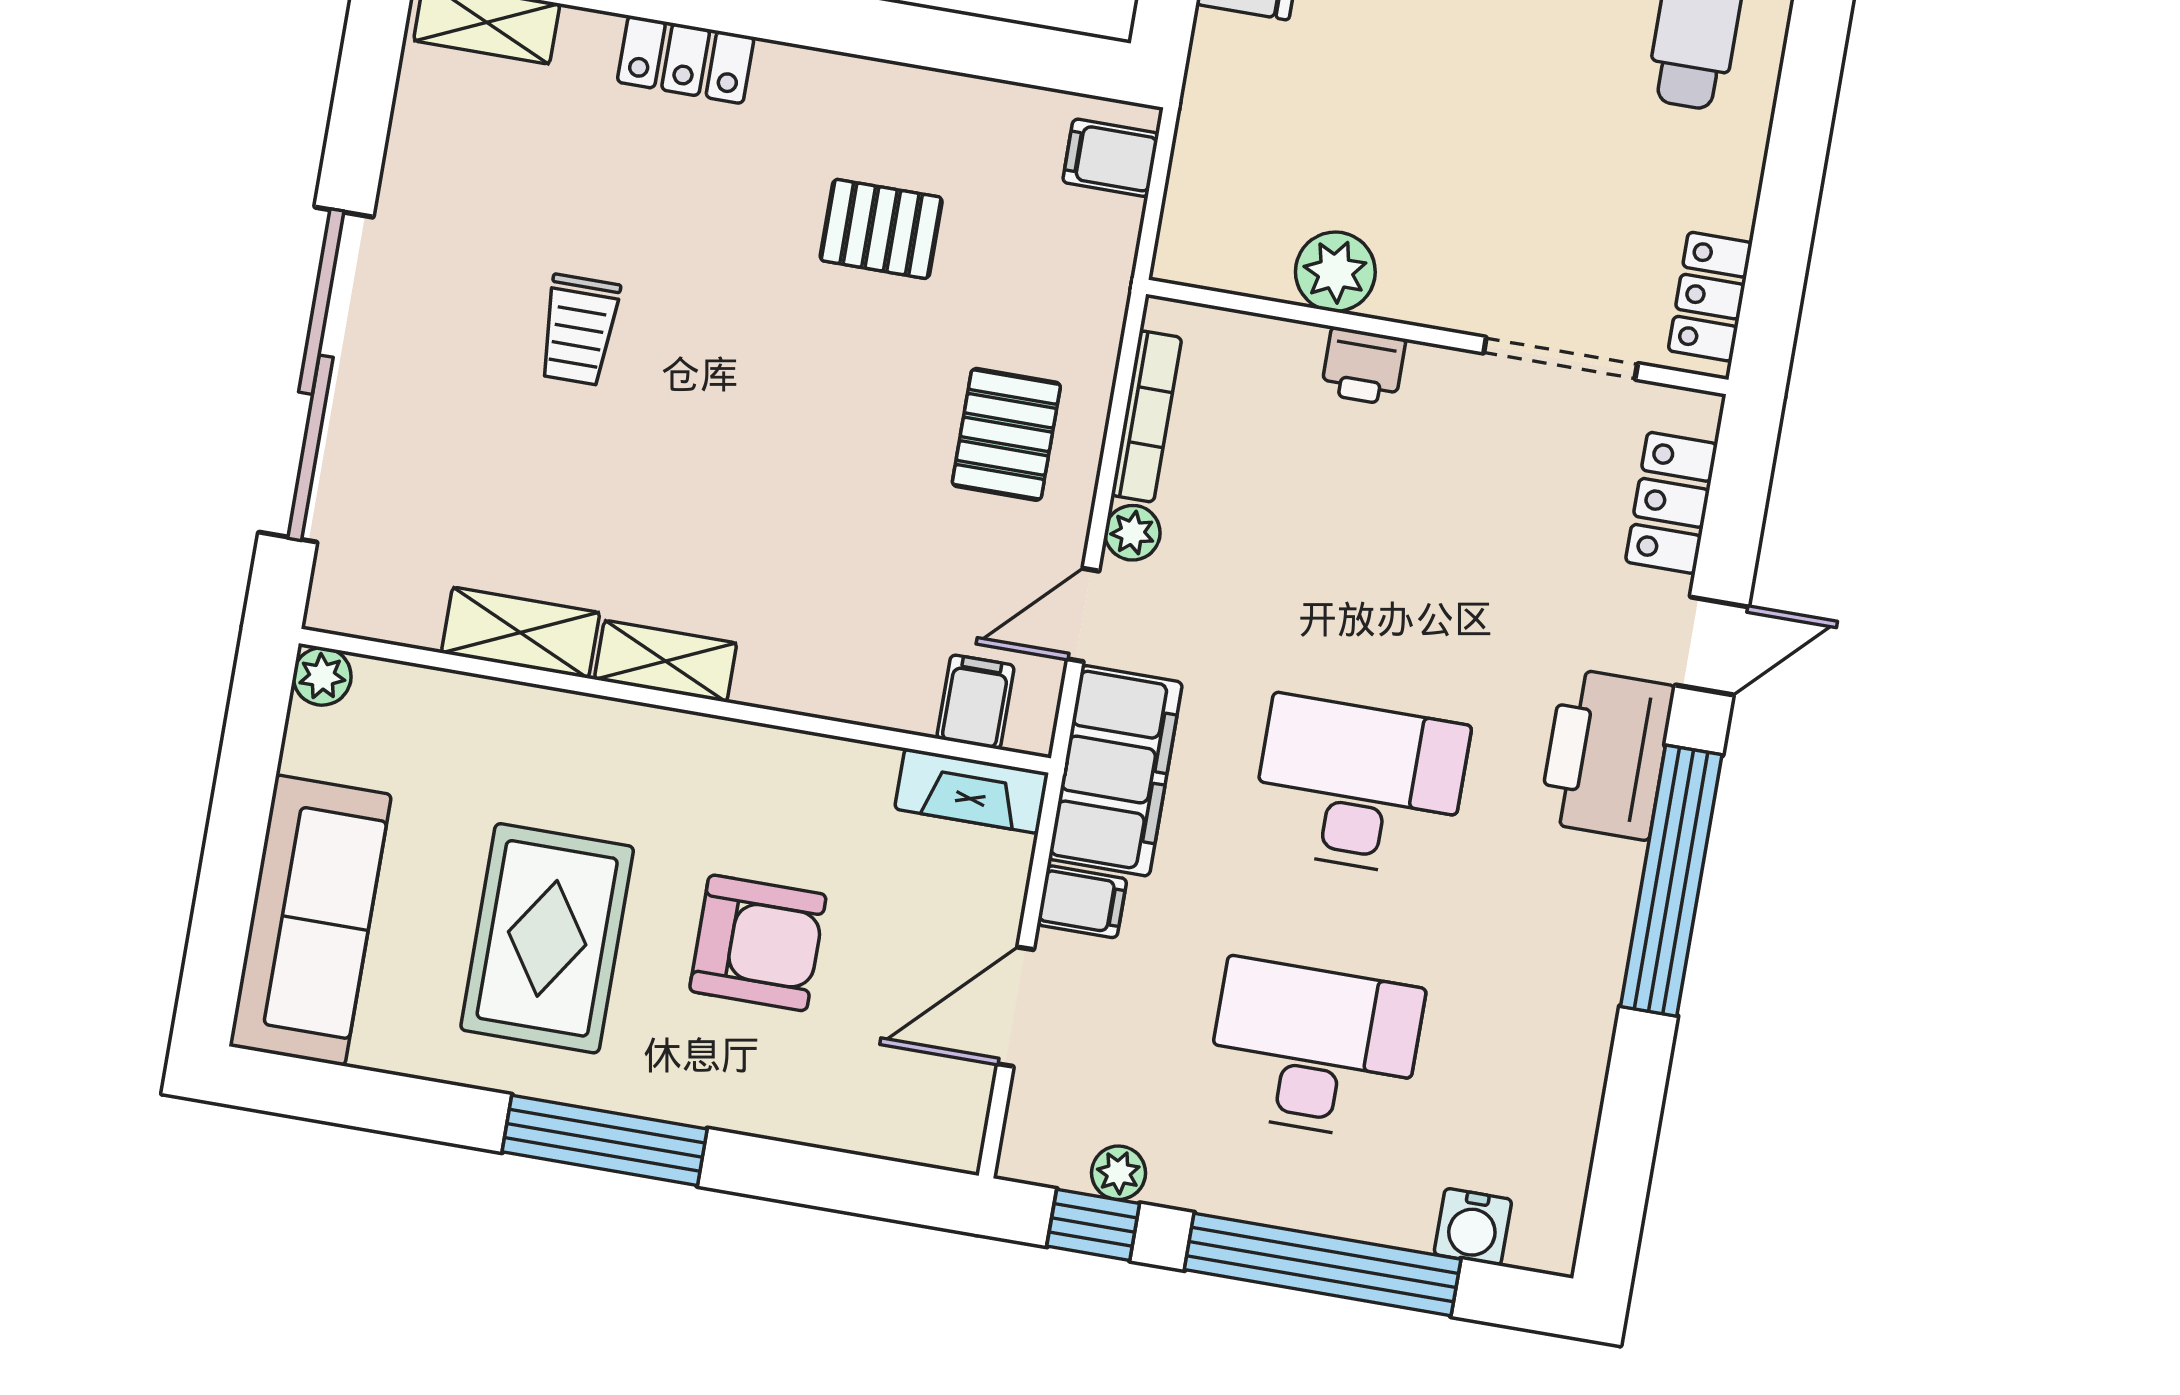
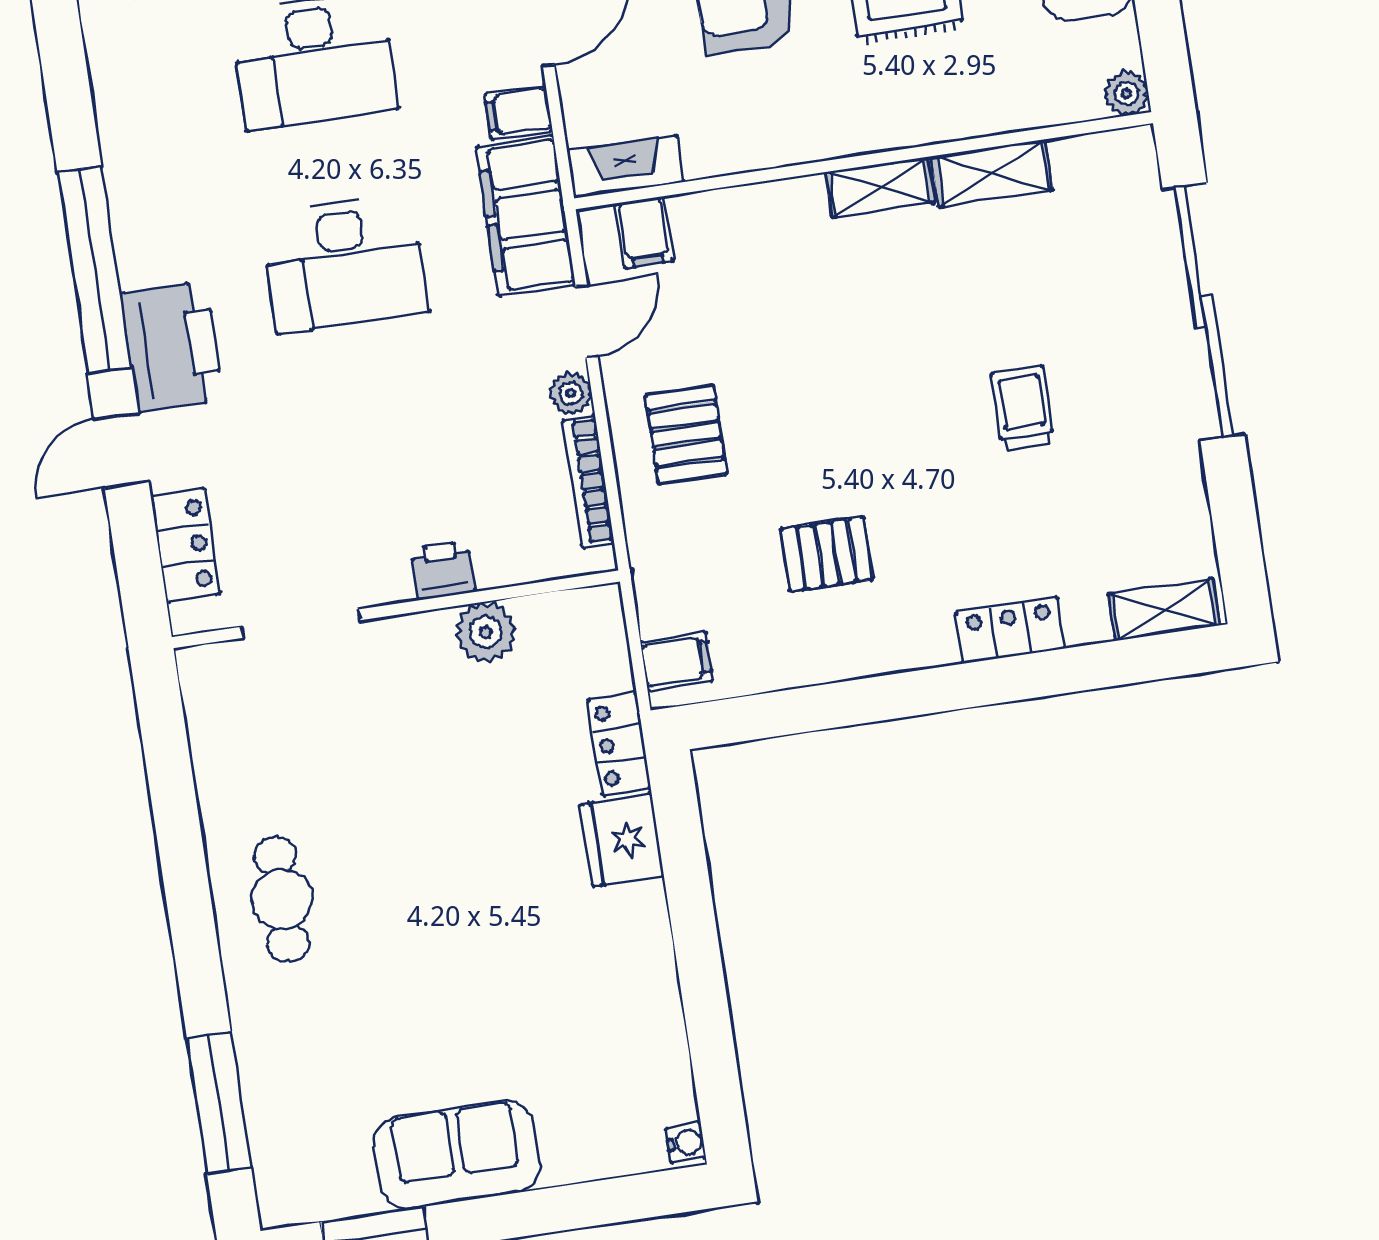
locker: (1710, 297) -> (619, 744), moved, turned 180

